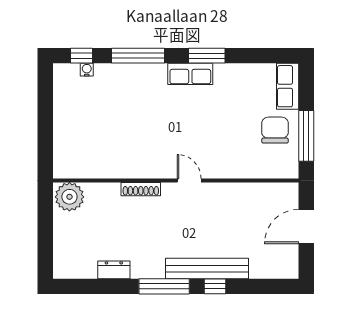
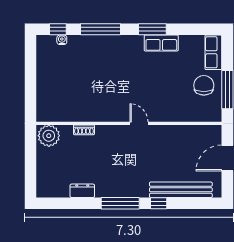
row of seats: (190, 74) -> (161, 43), moved
shoe rack: (141, 189) -> (84, 130), moved, width x0.70
bench: (207, 269) -> (181, 190), moved

